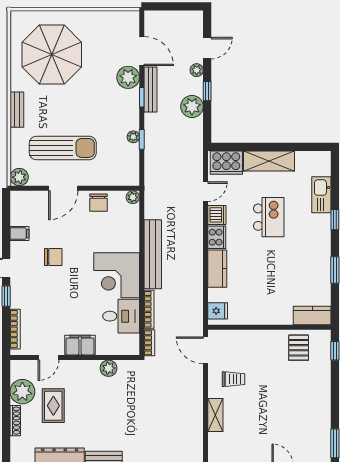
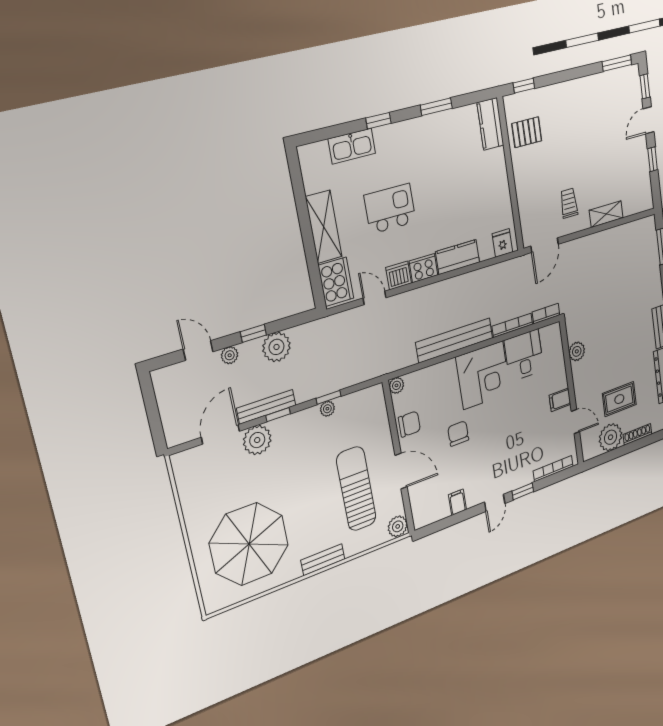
chair: (53, 257) -> (458, 434), moved
filing cabinet: (80, 345) -> (560, 400), width x0.50

